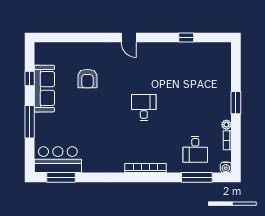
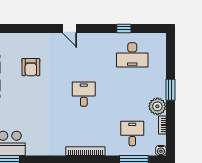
desk: (195, 66) -> (132, 55), added
plant: (226, 125) -> (157, 106), width x1.87, depth x1.87
desk: (195, 149) -> (132, 134), turned 180

